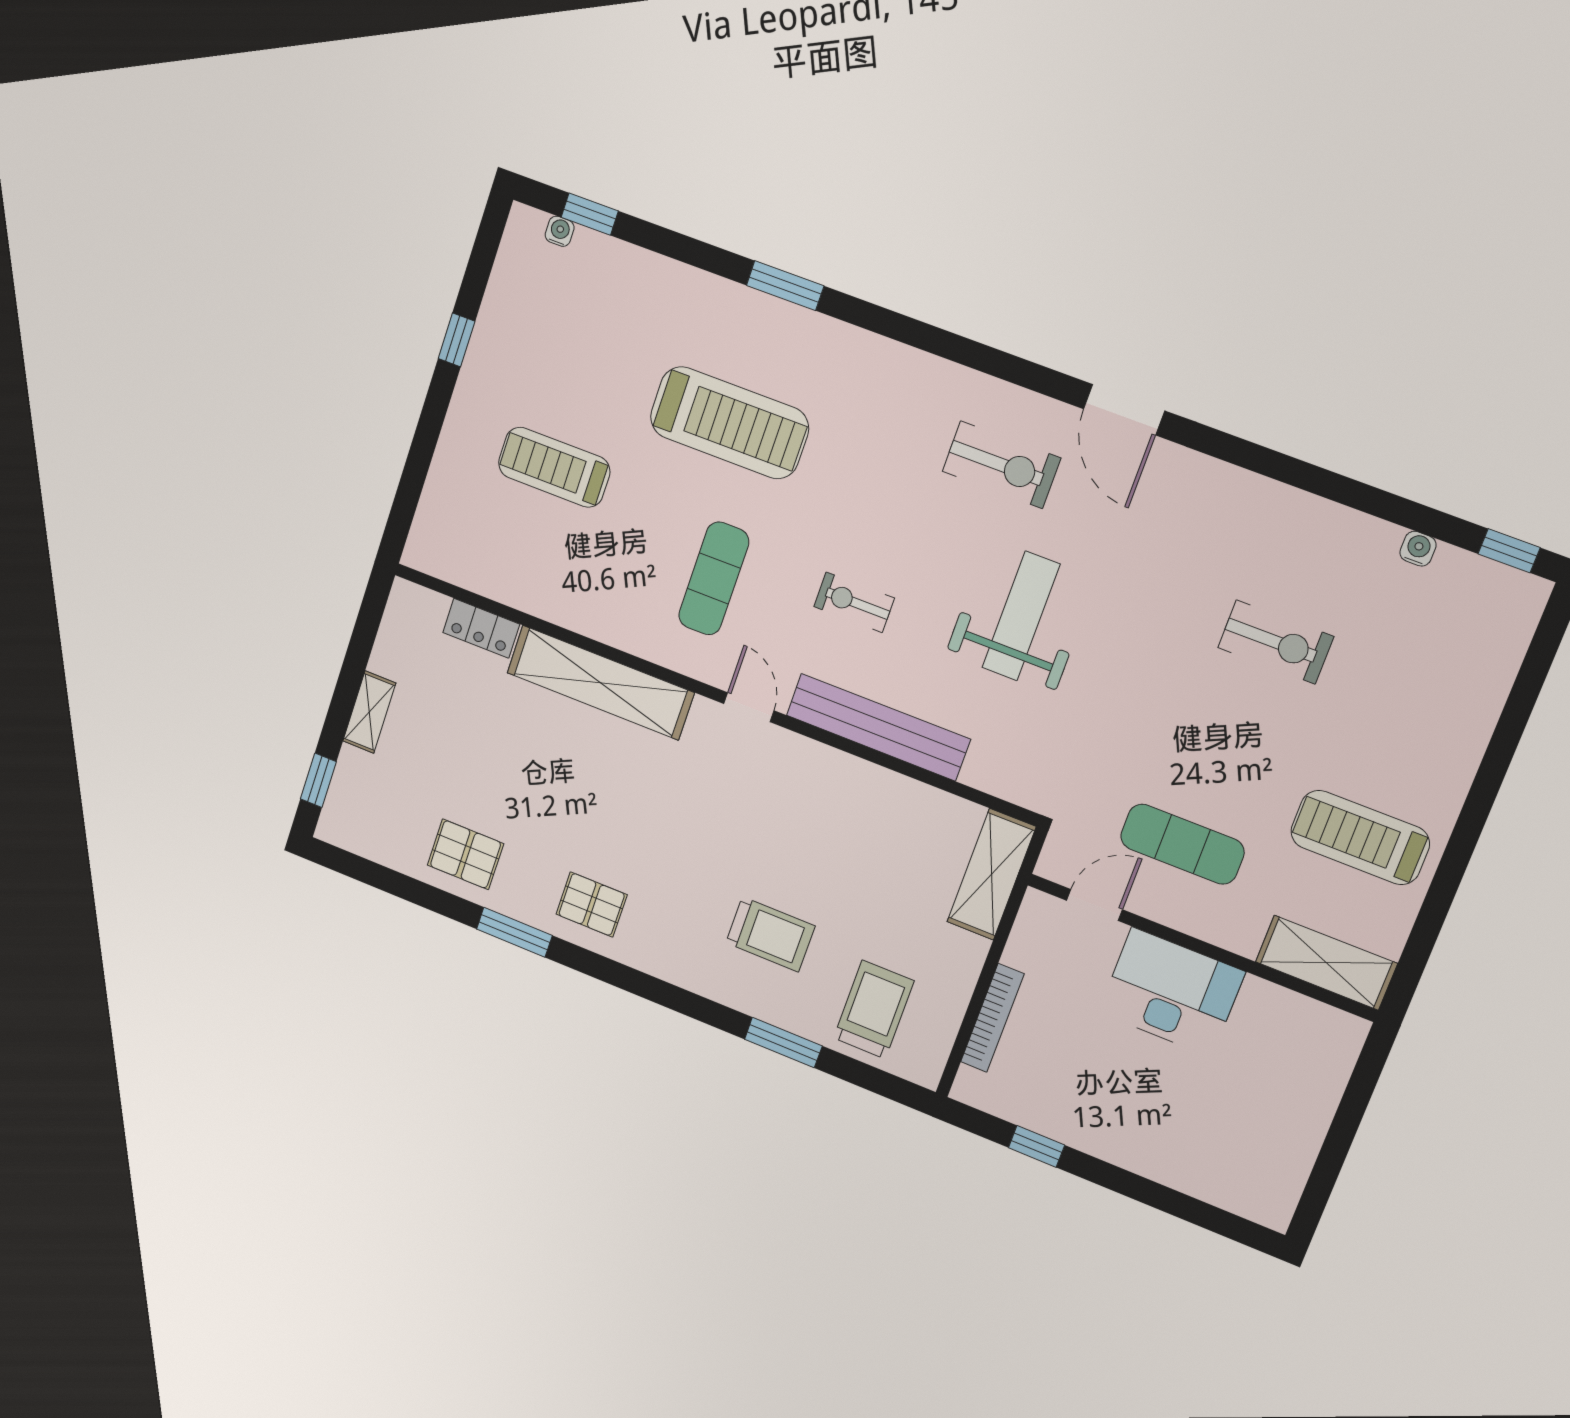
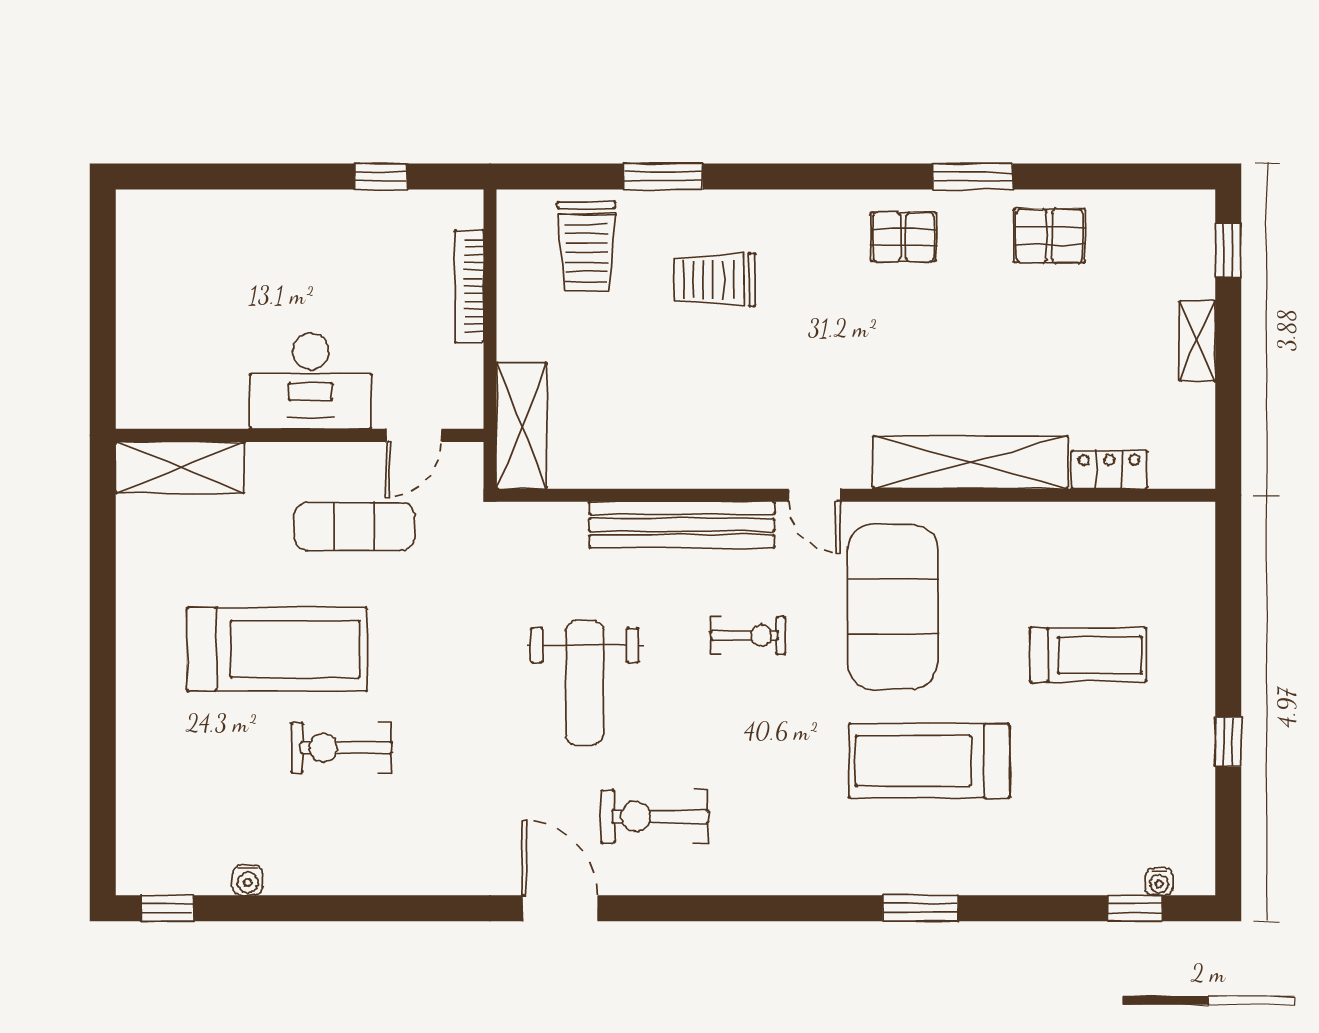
exercise mat: (714, 578) -> (893, 607), width x2.00, depth x1.45
treadmill: (1360, 838) -> (277, 649), moved, width x1.37, depth x1.37

